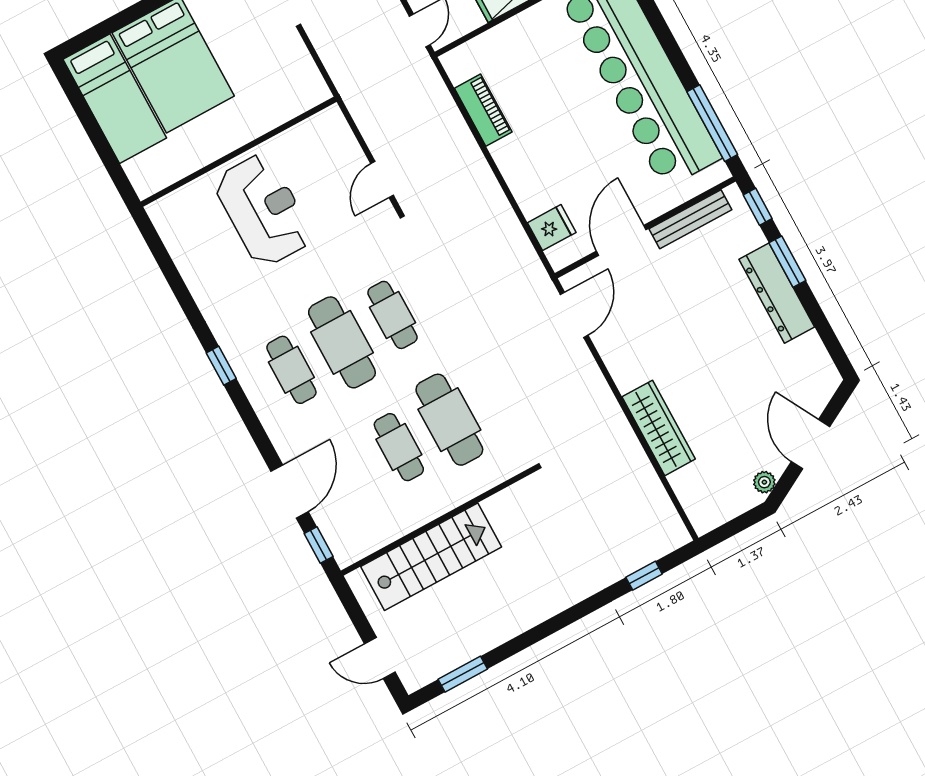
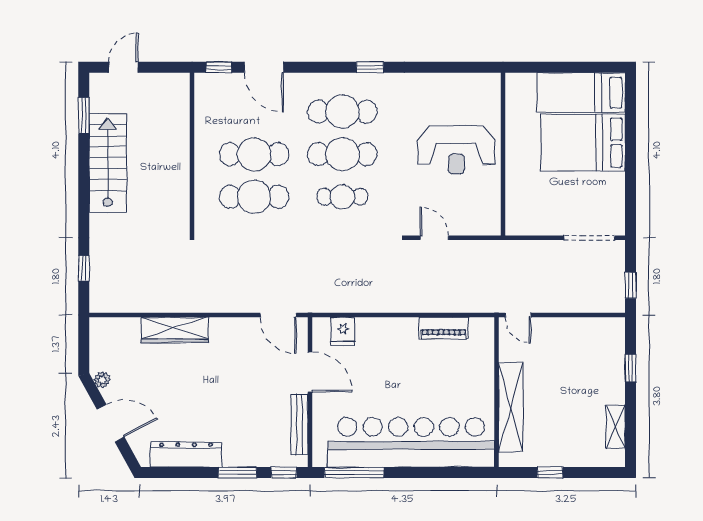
dresser: (777, 293) -> (186, 455), moved
cafe table: (291, 370) -> (342, 112), width x1.37, depth x1.35
cafe table: (399, 447) -> (254, 154), width x1.37, depth x1.35
stairs: (431, 557) -> (108, 163), moved, turned 180

